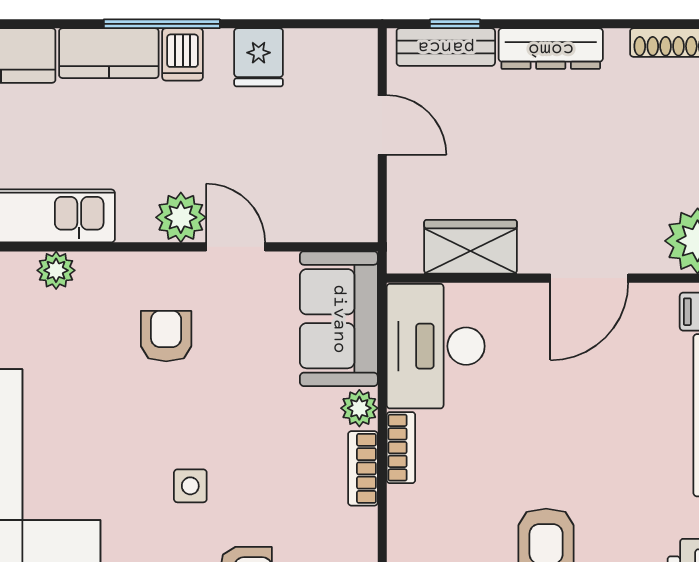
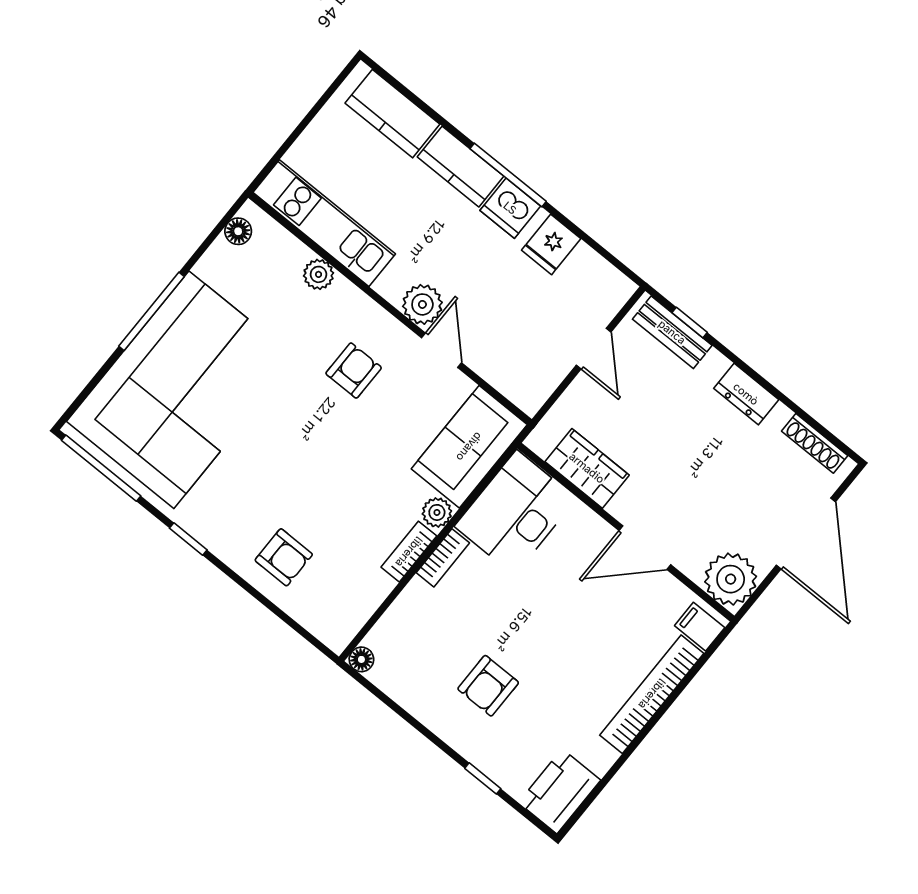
dresser: (551, 49) -> (746, 394), width x0.70
dishwasher: (183, 54) -> (510, 208), width x1.38
side table: (190, 486) -> (293, 475), removed

